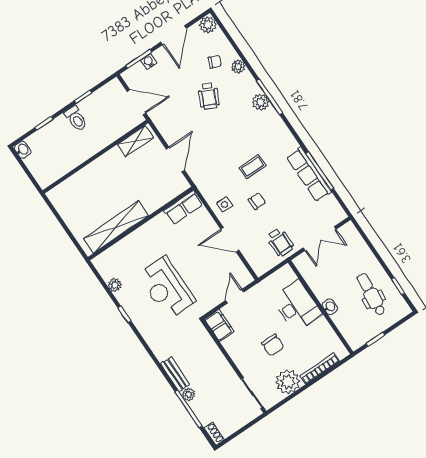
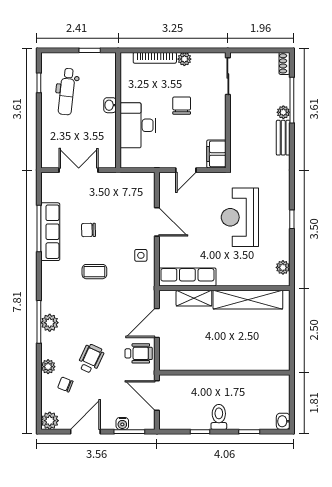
shelving: (135, 141) -> (194, 298), moved
chair: (257, 201) -> (89, 230), moved
row of seats: (183, 208) -> (187, 277), width x1.48
wheelchair: (280, 242) -> (139, 353), moved, turned 90
plant: (115, 285) -> (283, 267), moved
reception desk: (167, 288) -> (240, 217), turned 180
plant: (288, 382) -> (184, 59), width x0.53, depth x0.53

